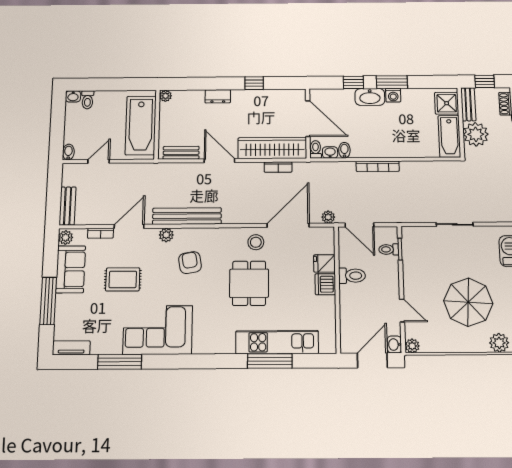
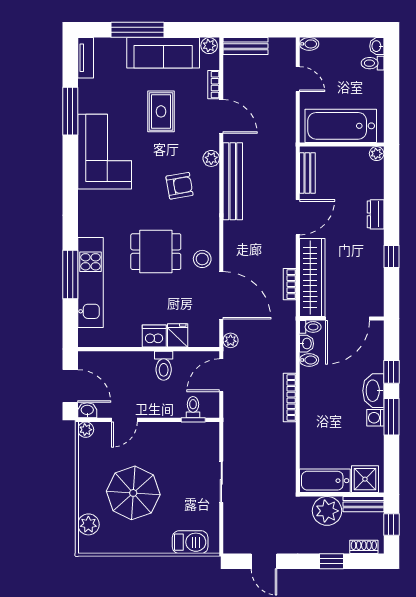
sofa: (71, 269) -> (163, 53), width x1.36

